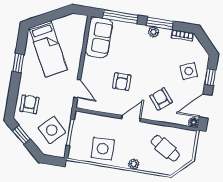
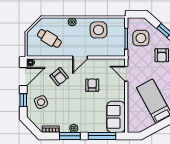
side table: (52, 130) -> (141, 38), turned 45

